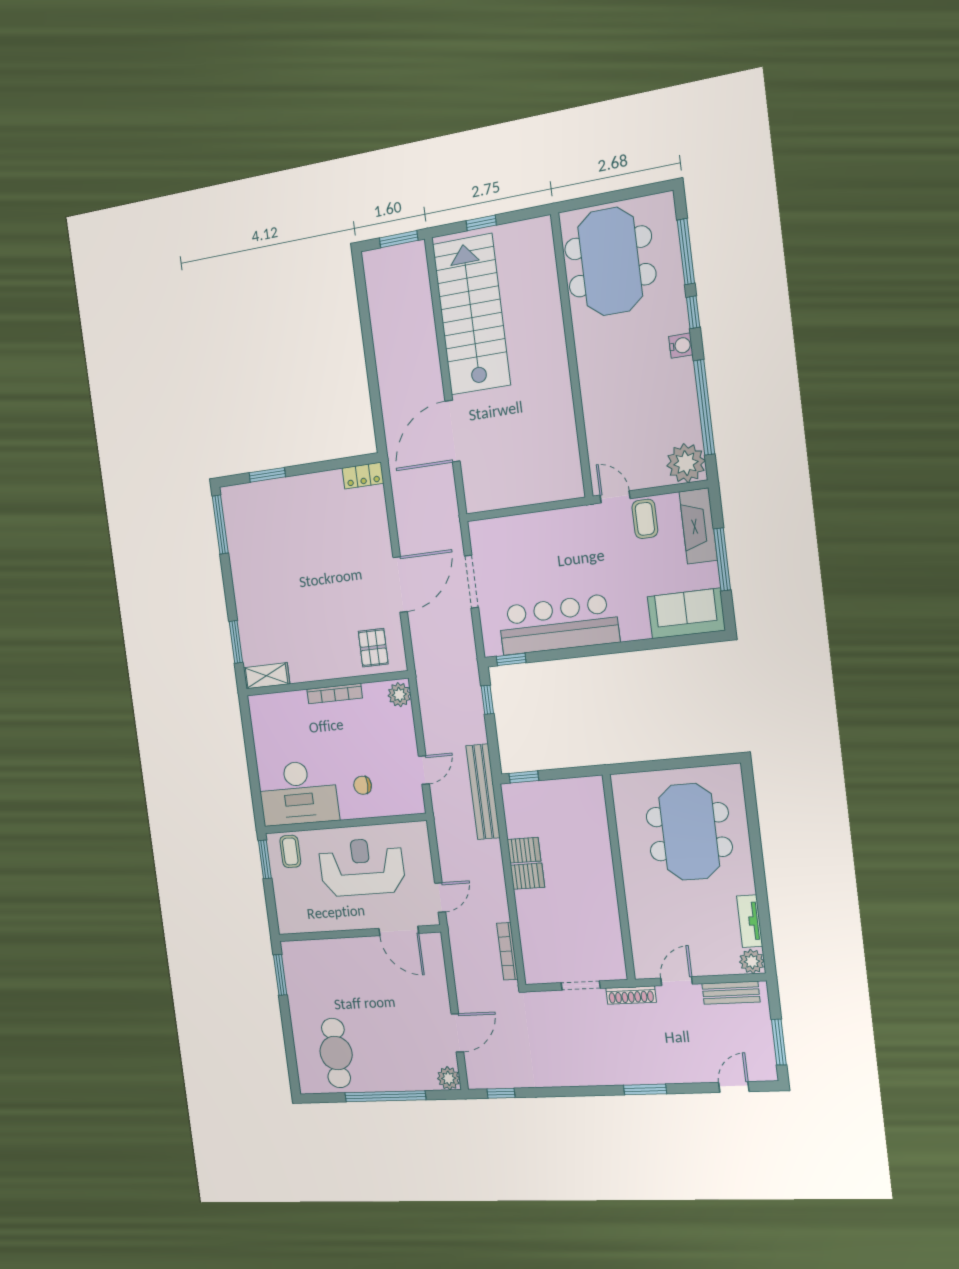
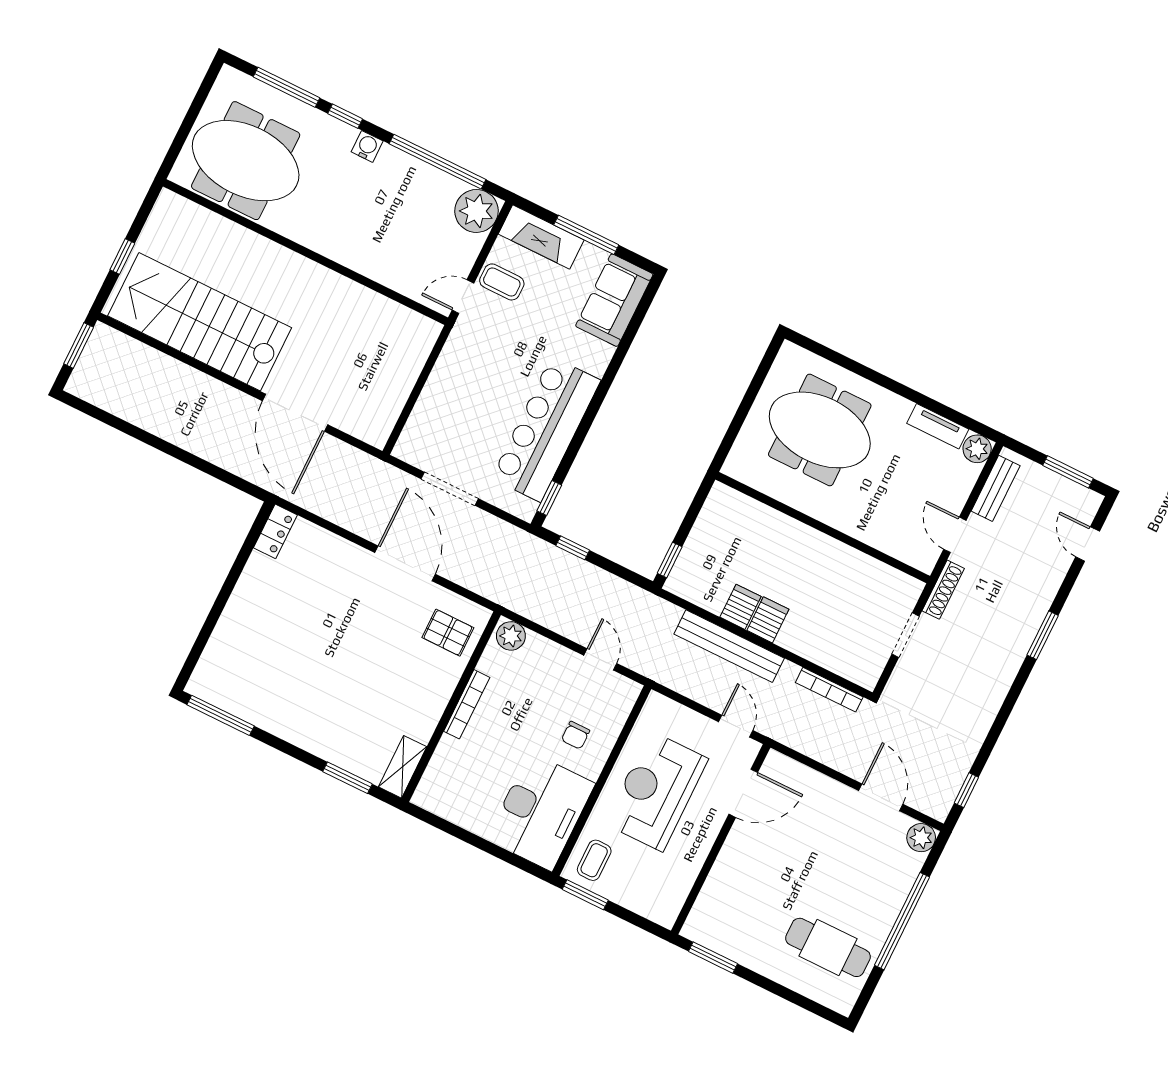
window: (267, 475) -> (206, 631), removed
bench: (483, 792) -> (729, 646), moved
coffee table: (290, 851) -> (594, 860), turned 90

